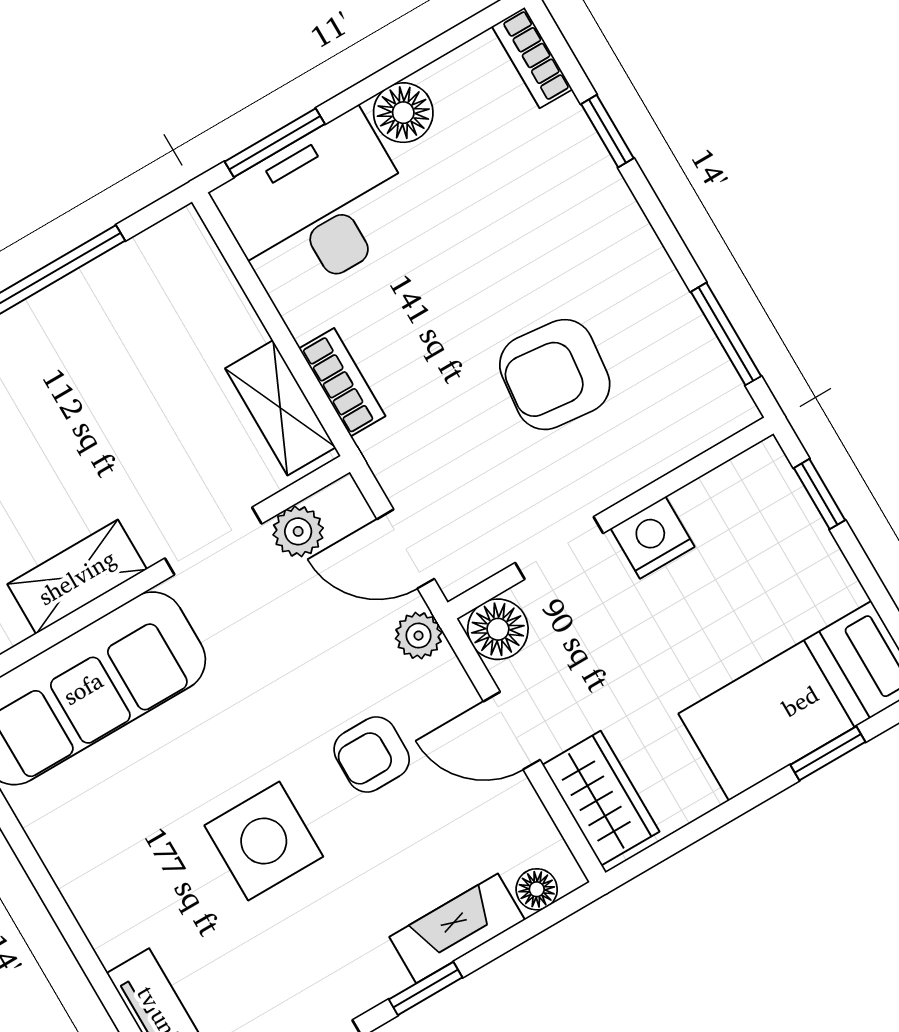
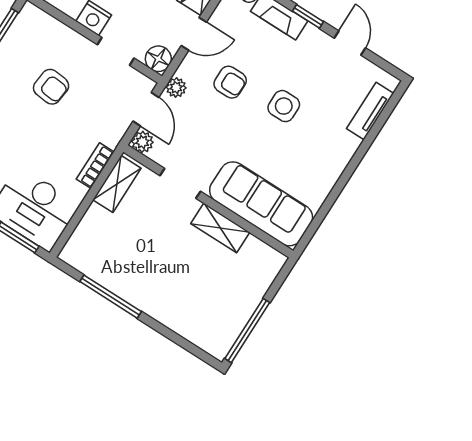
armchair: (555, 375) -> (51, 87), width x0.72, depth x0.72
plant: (298, 531) -> (142, 142), moved
door: (512, 731) -> (194, 34), hinge flipped
side table: (264, 841) -> (284, 106), width x0.73, depth x0.73

